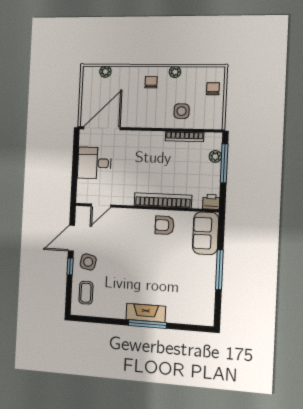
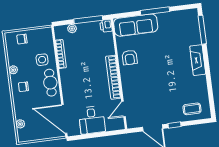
cafe table: (150, 117) -> (50, 83), added
window: (224, 163) -> (88, 20), moved
bookcase: (163, 200) -> (113, 77), moved
door: (101, 206) -> (123, 109), swing flipped
sofa: (206, 233) -> (136, 25), width x1.36
side table: (88, 262) -> (168, 111), removed
window: (147, 324) -> (202, 30), moved

